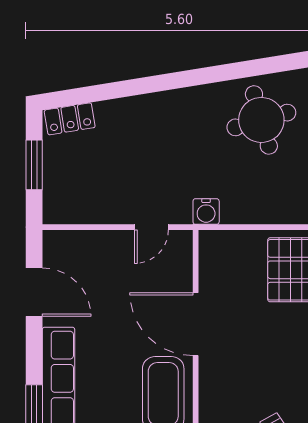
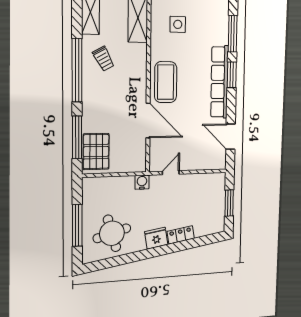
fridge: (178, 106) -> (156, 238), added
locker: (70, 119) -> (181, 235), moved

